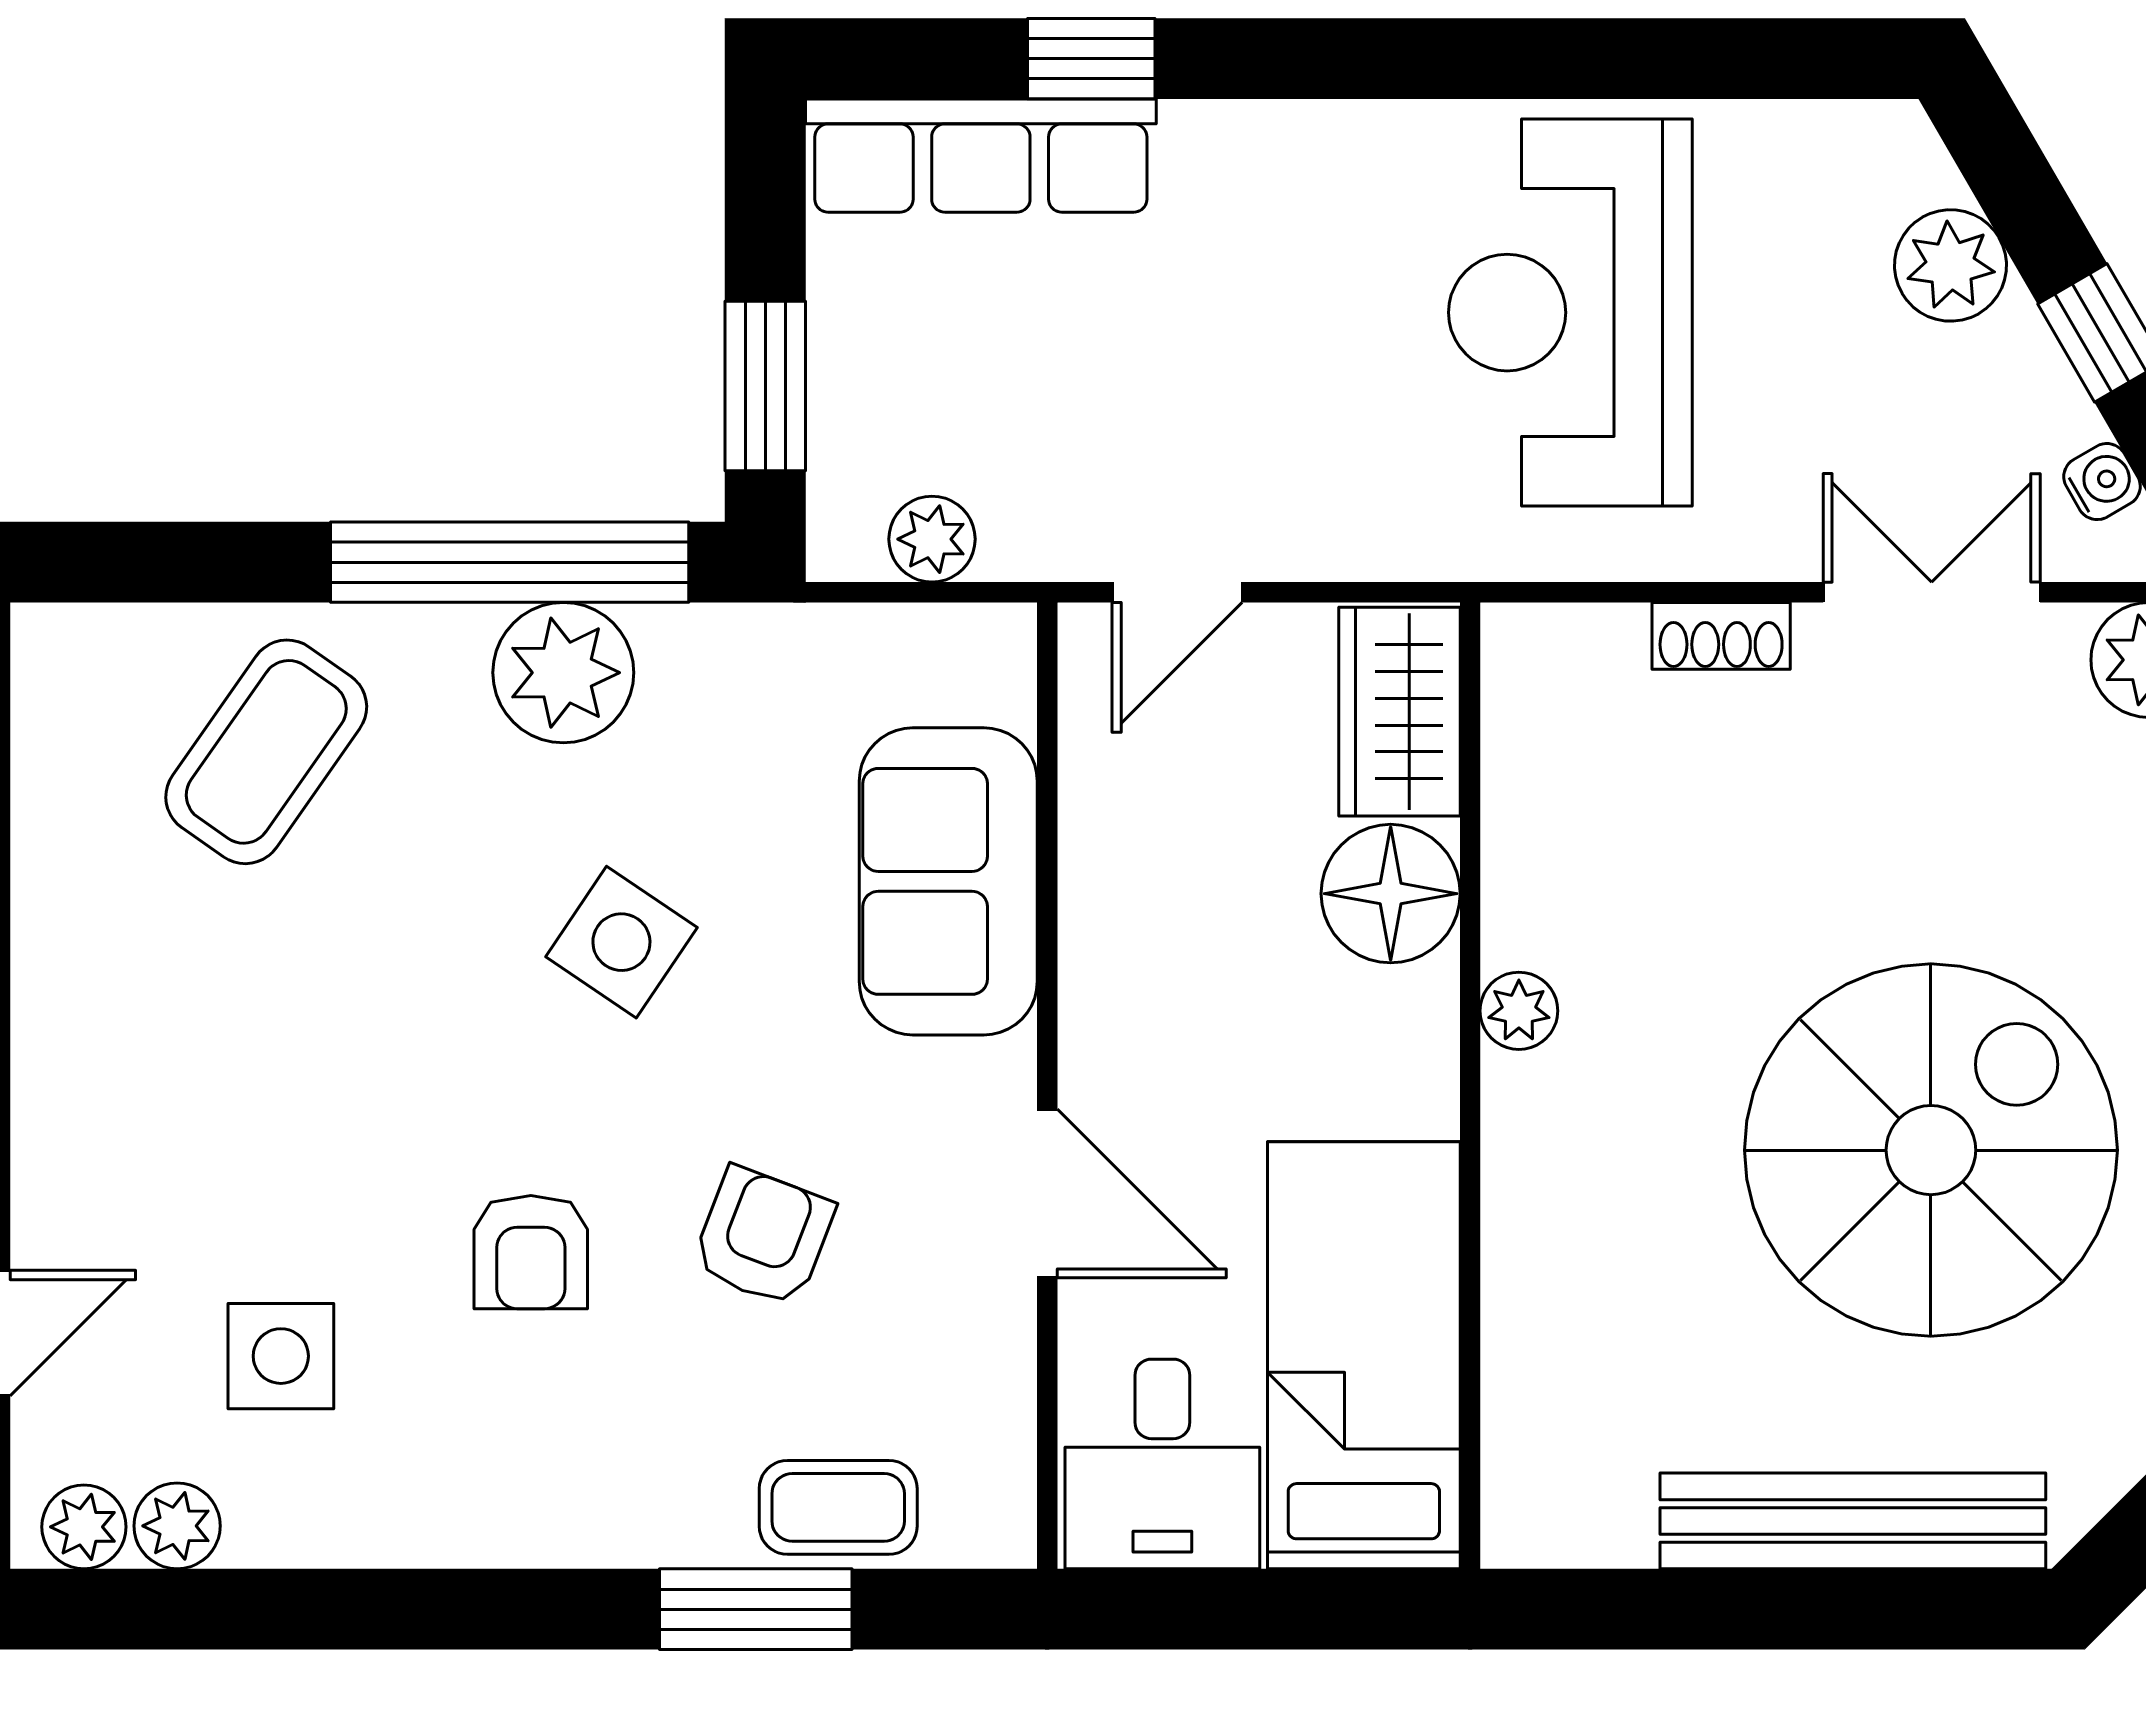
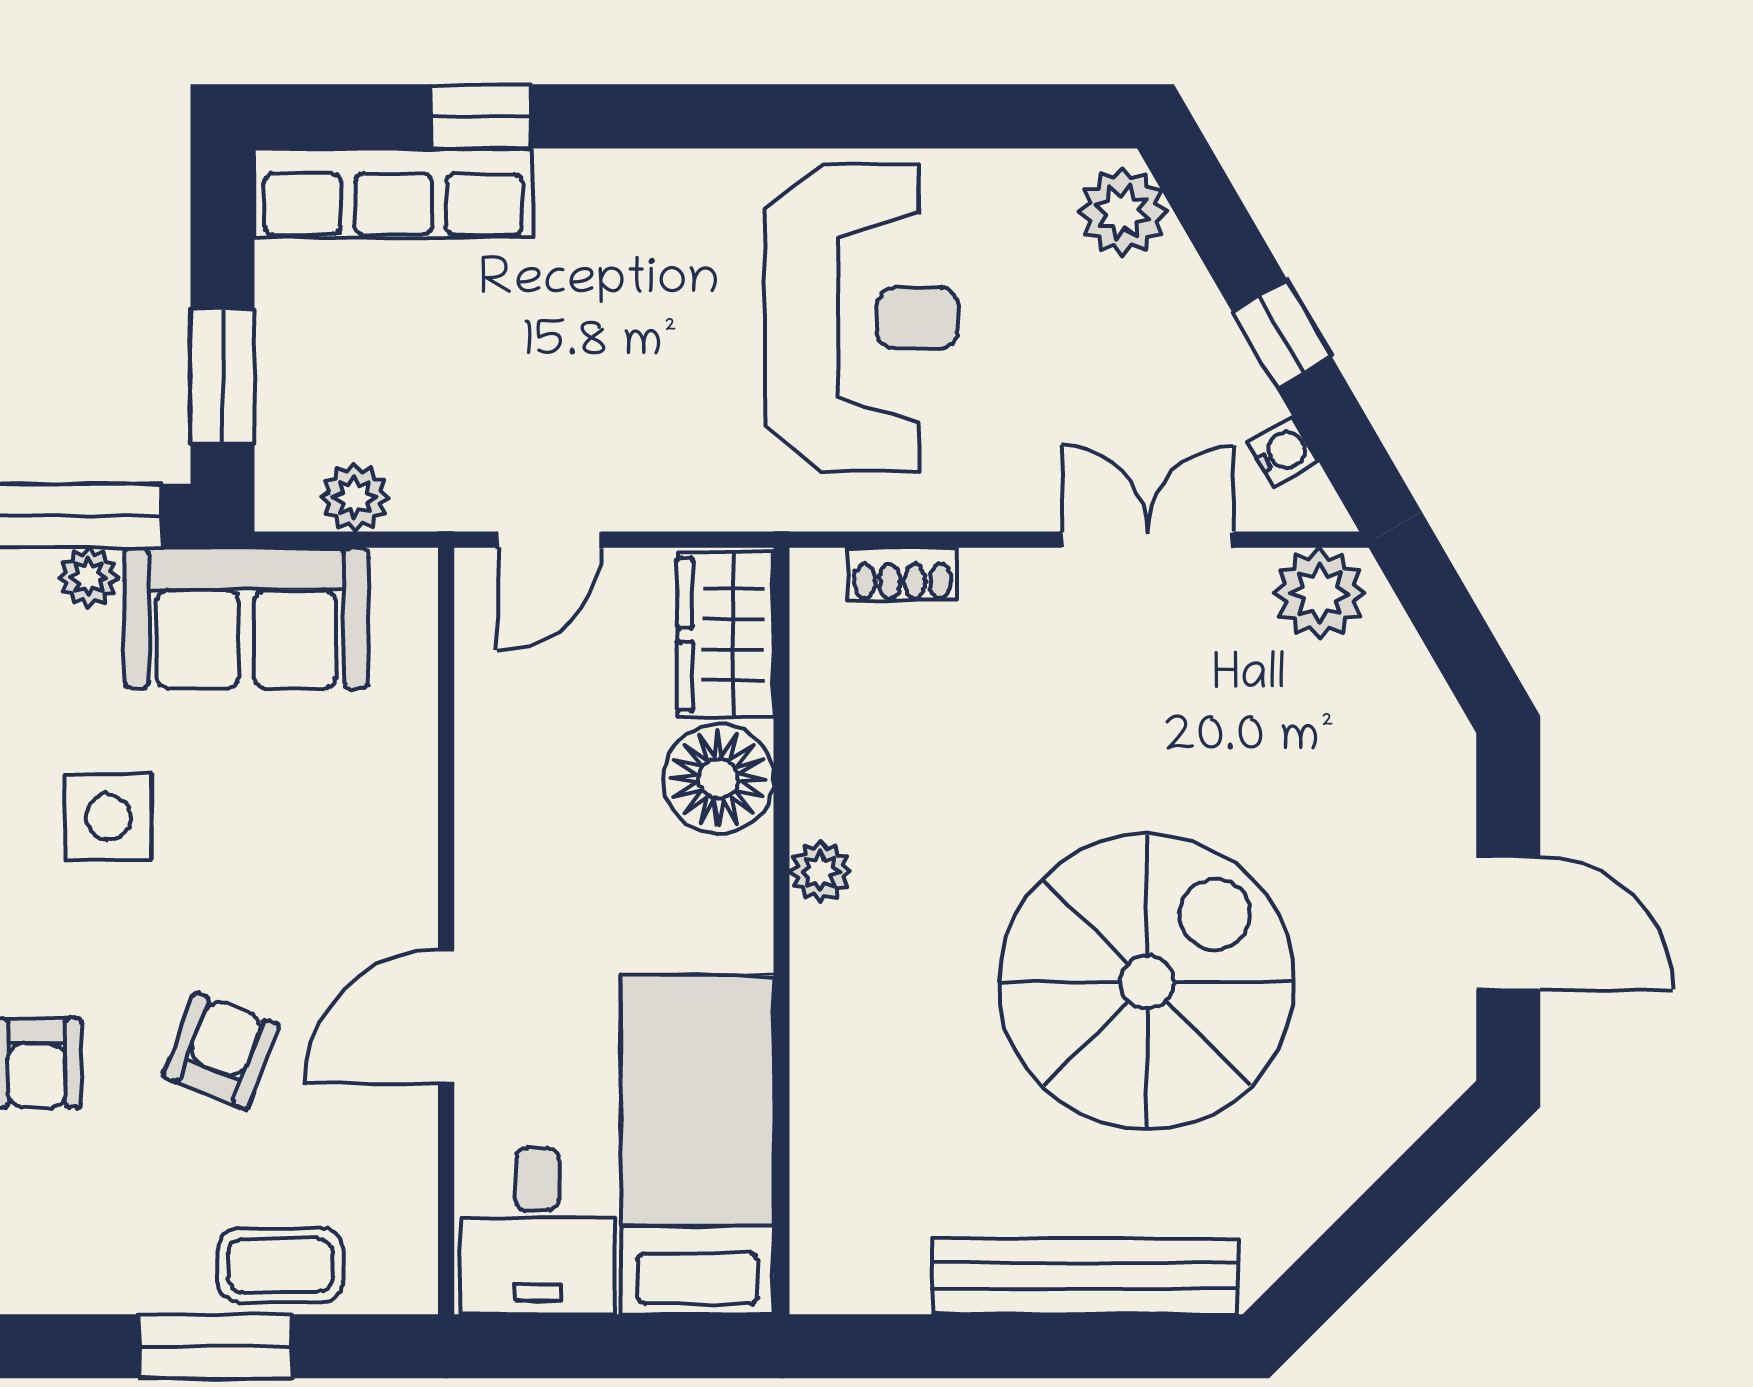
plant: (1950, 265) -> (1123, 212), moved
reception desk: (1570, 313) -> (861, 318), turned 180
shoe rack: (1721, 636) -> (902, 574), moved
plant: (563, 673) -> (88, 577), width x0.53, depth x0.53
sofa: (948, 881) -> (246, 618), moved, turned -90
side table: (621, 942) -> (108, 817), turned -34
door: (1047, 1194) -> (446, 1017), swing flipped

